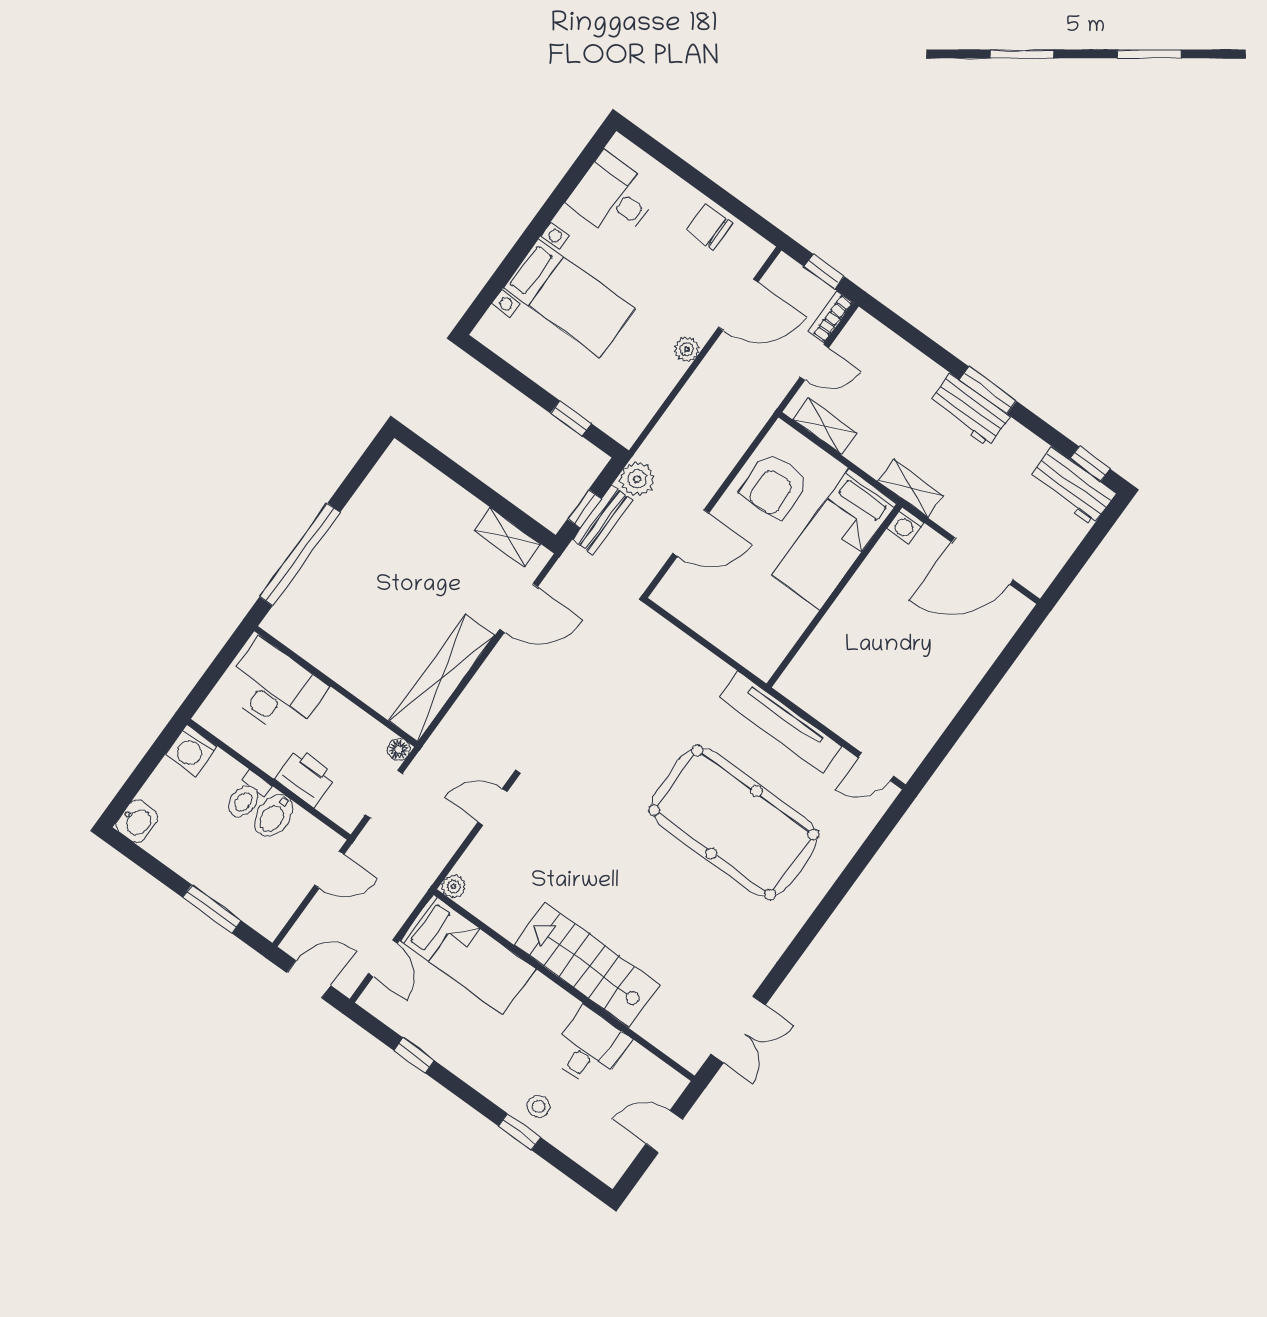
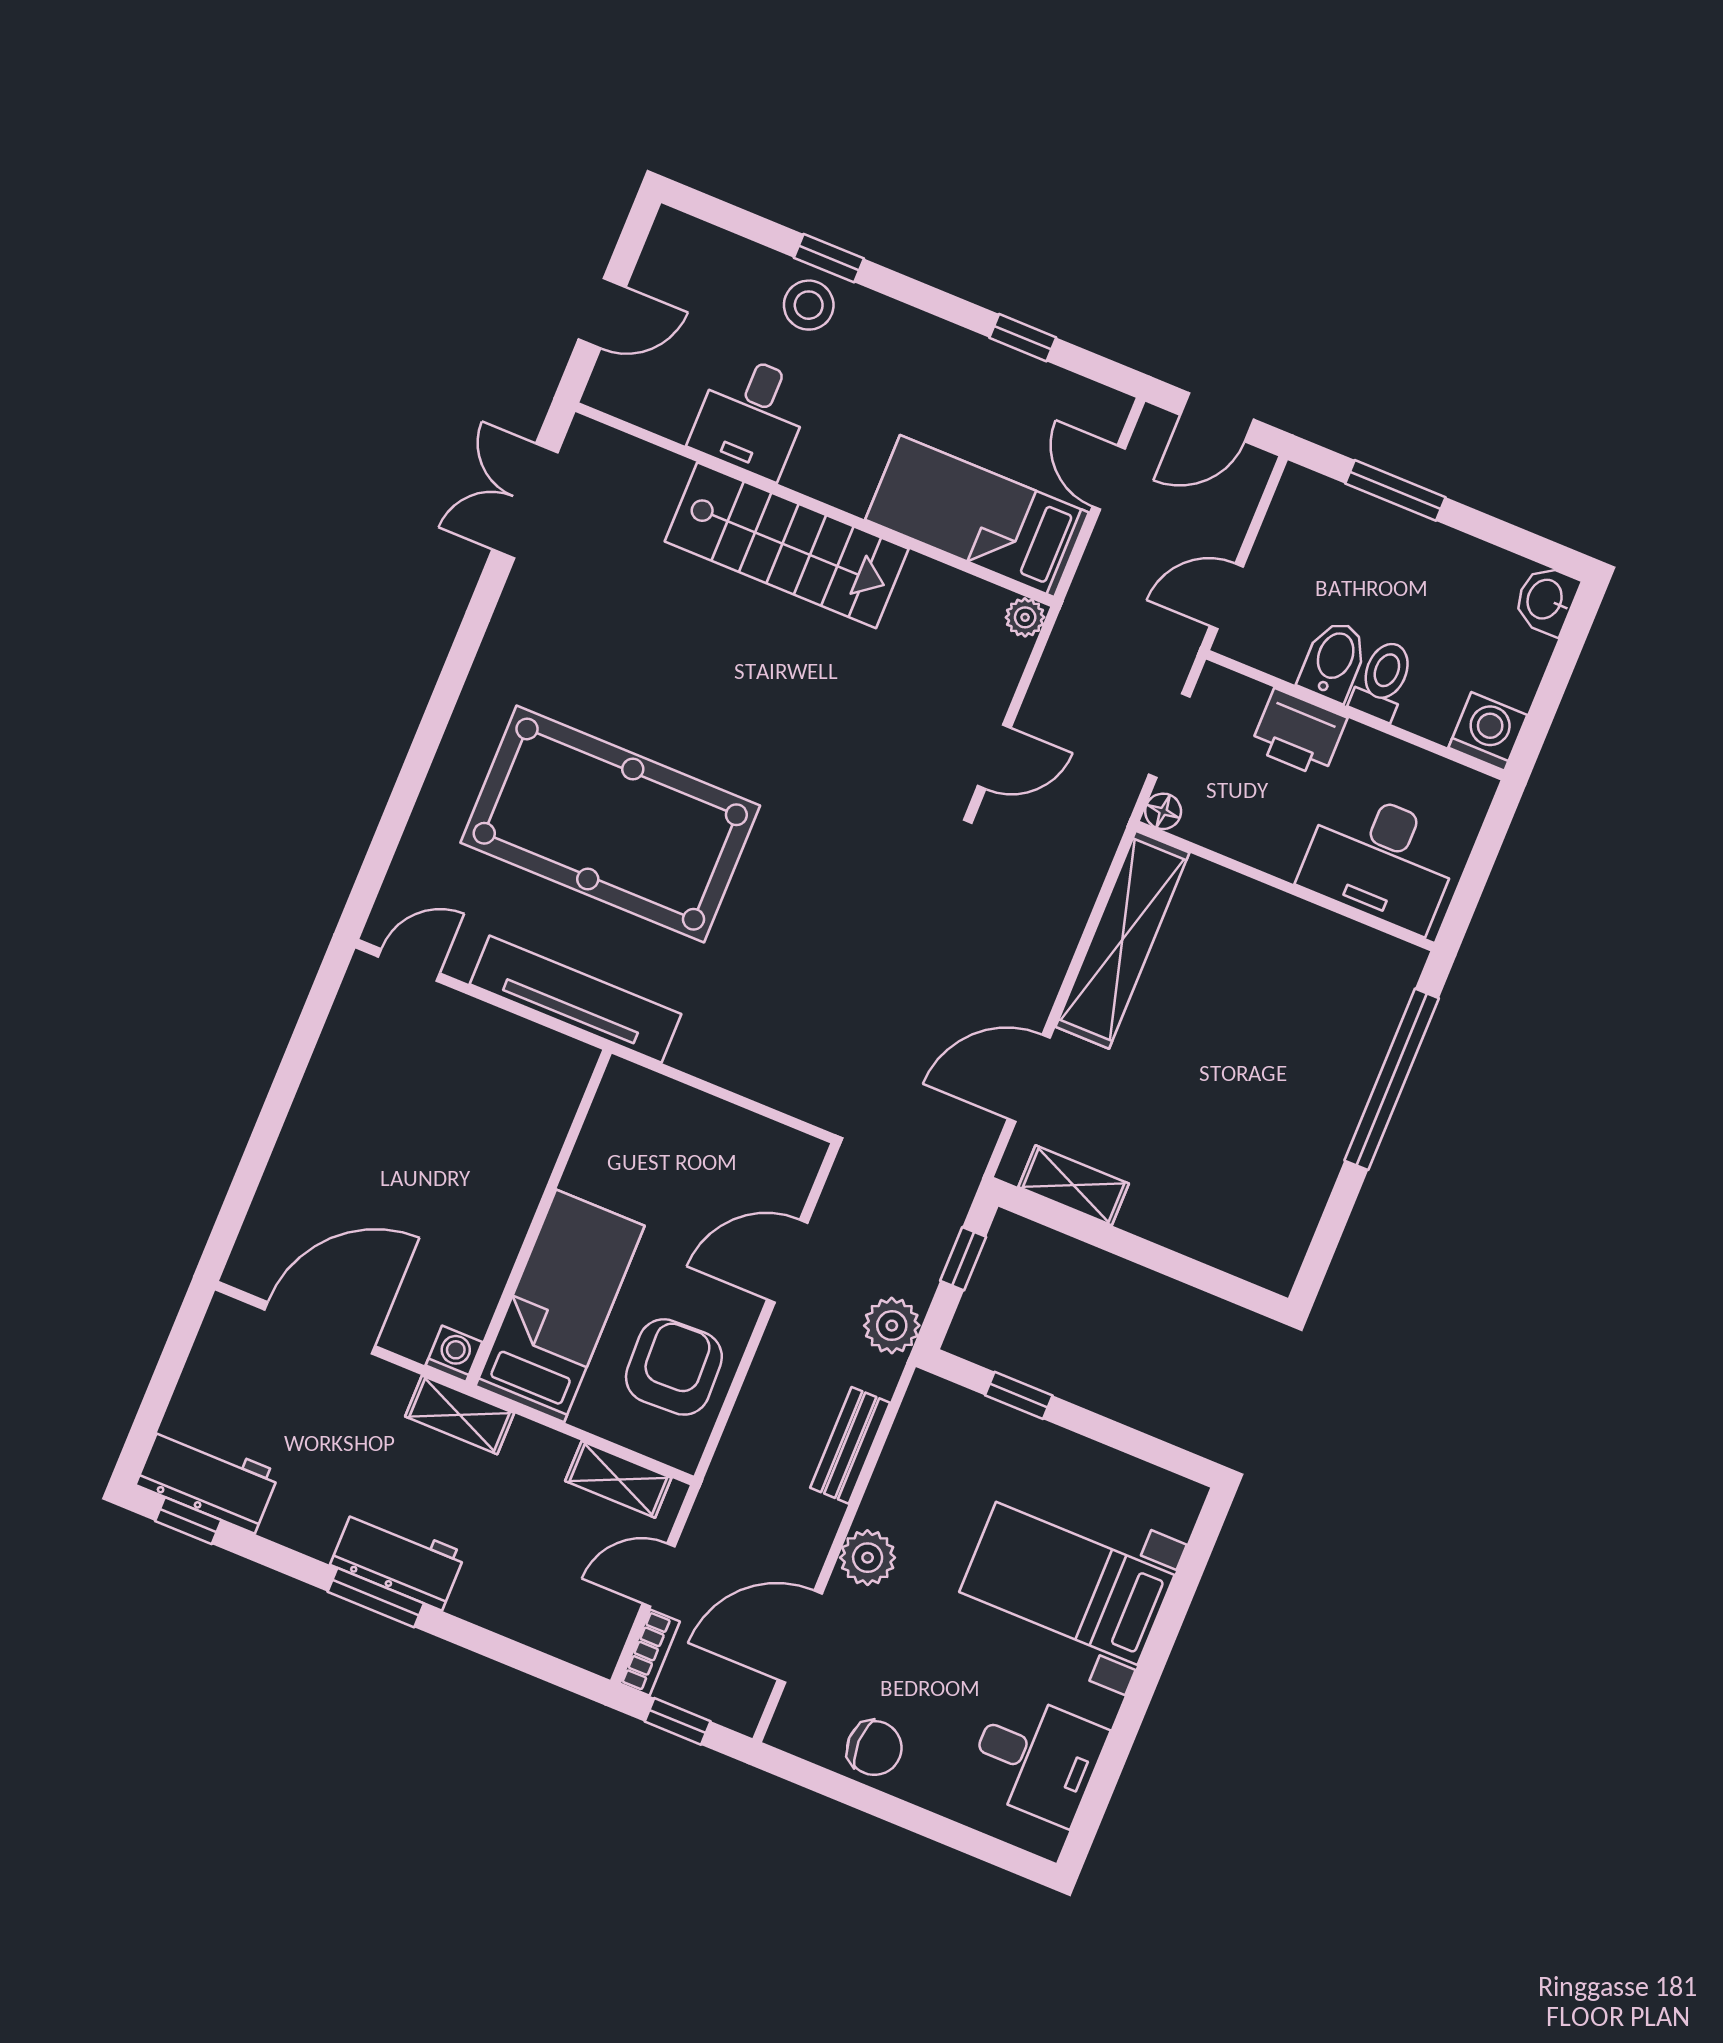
plant: (687, 349) -> (868, 1558), width x1.38, depth x1.38
bench: (602, 520) -> (850, 1445), moved
stool: (538, 1106) -> (809, 305), width x1.37, depth x1.37

